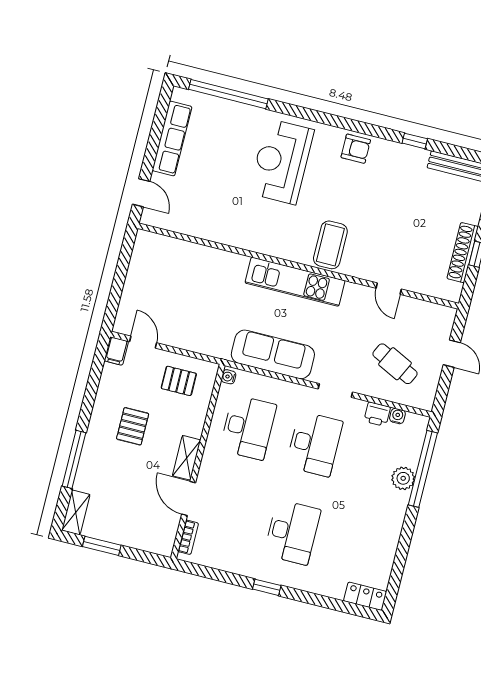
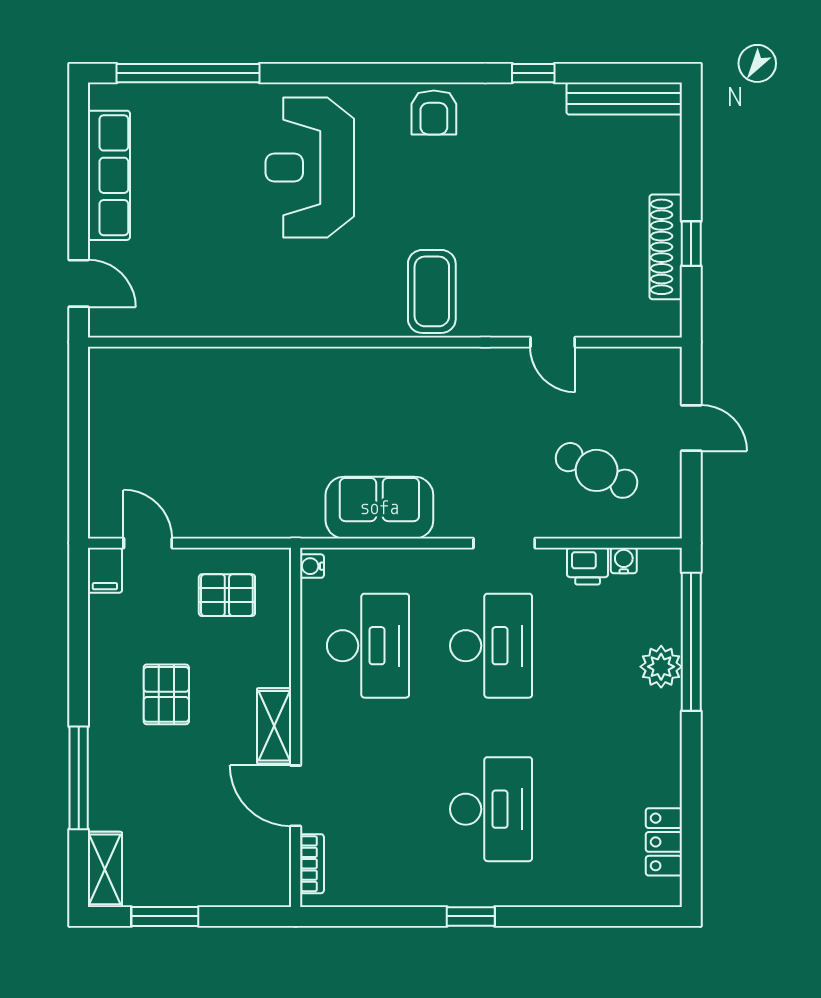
armchair: (356, 149) -> (434, 112), turned 90
kitchen unit: (295, 282) -> (386, 371), removed
sofa: (273, 354) -> (379, 508), width x0.73
locker: (365, 596) -> (664, 842), moved, turned -90

